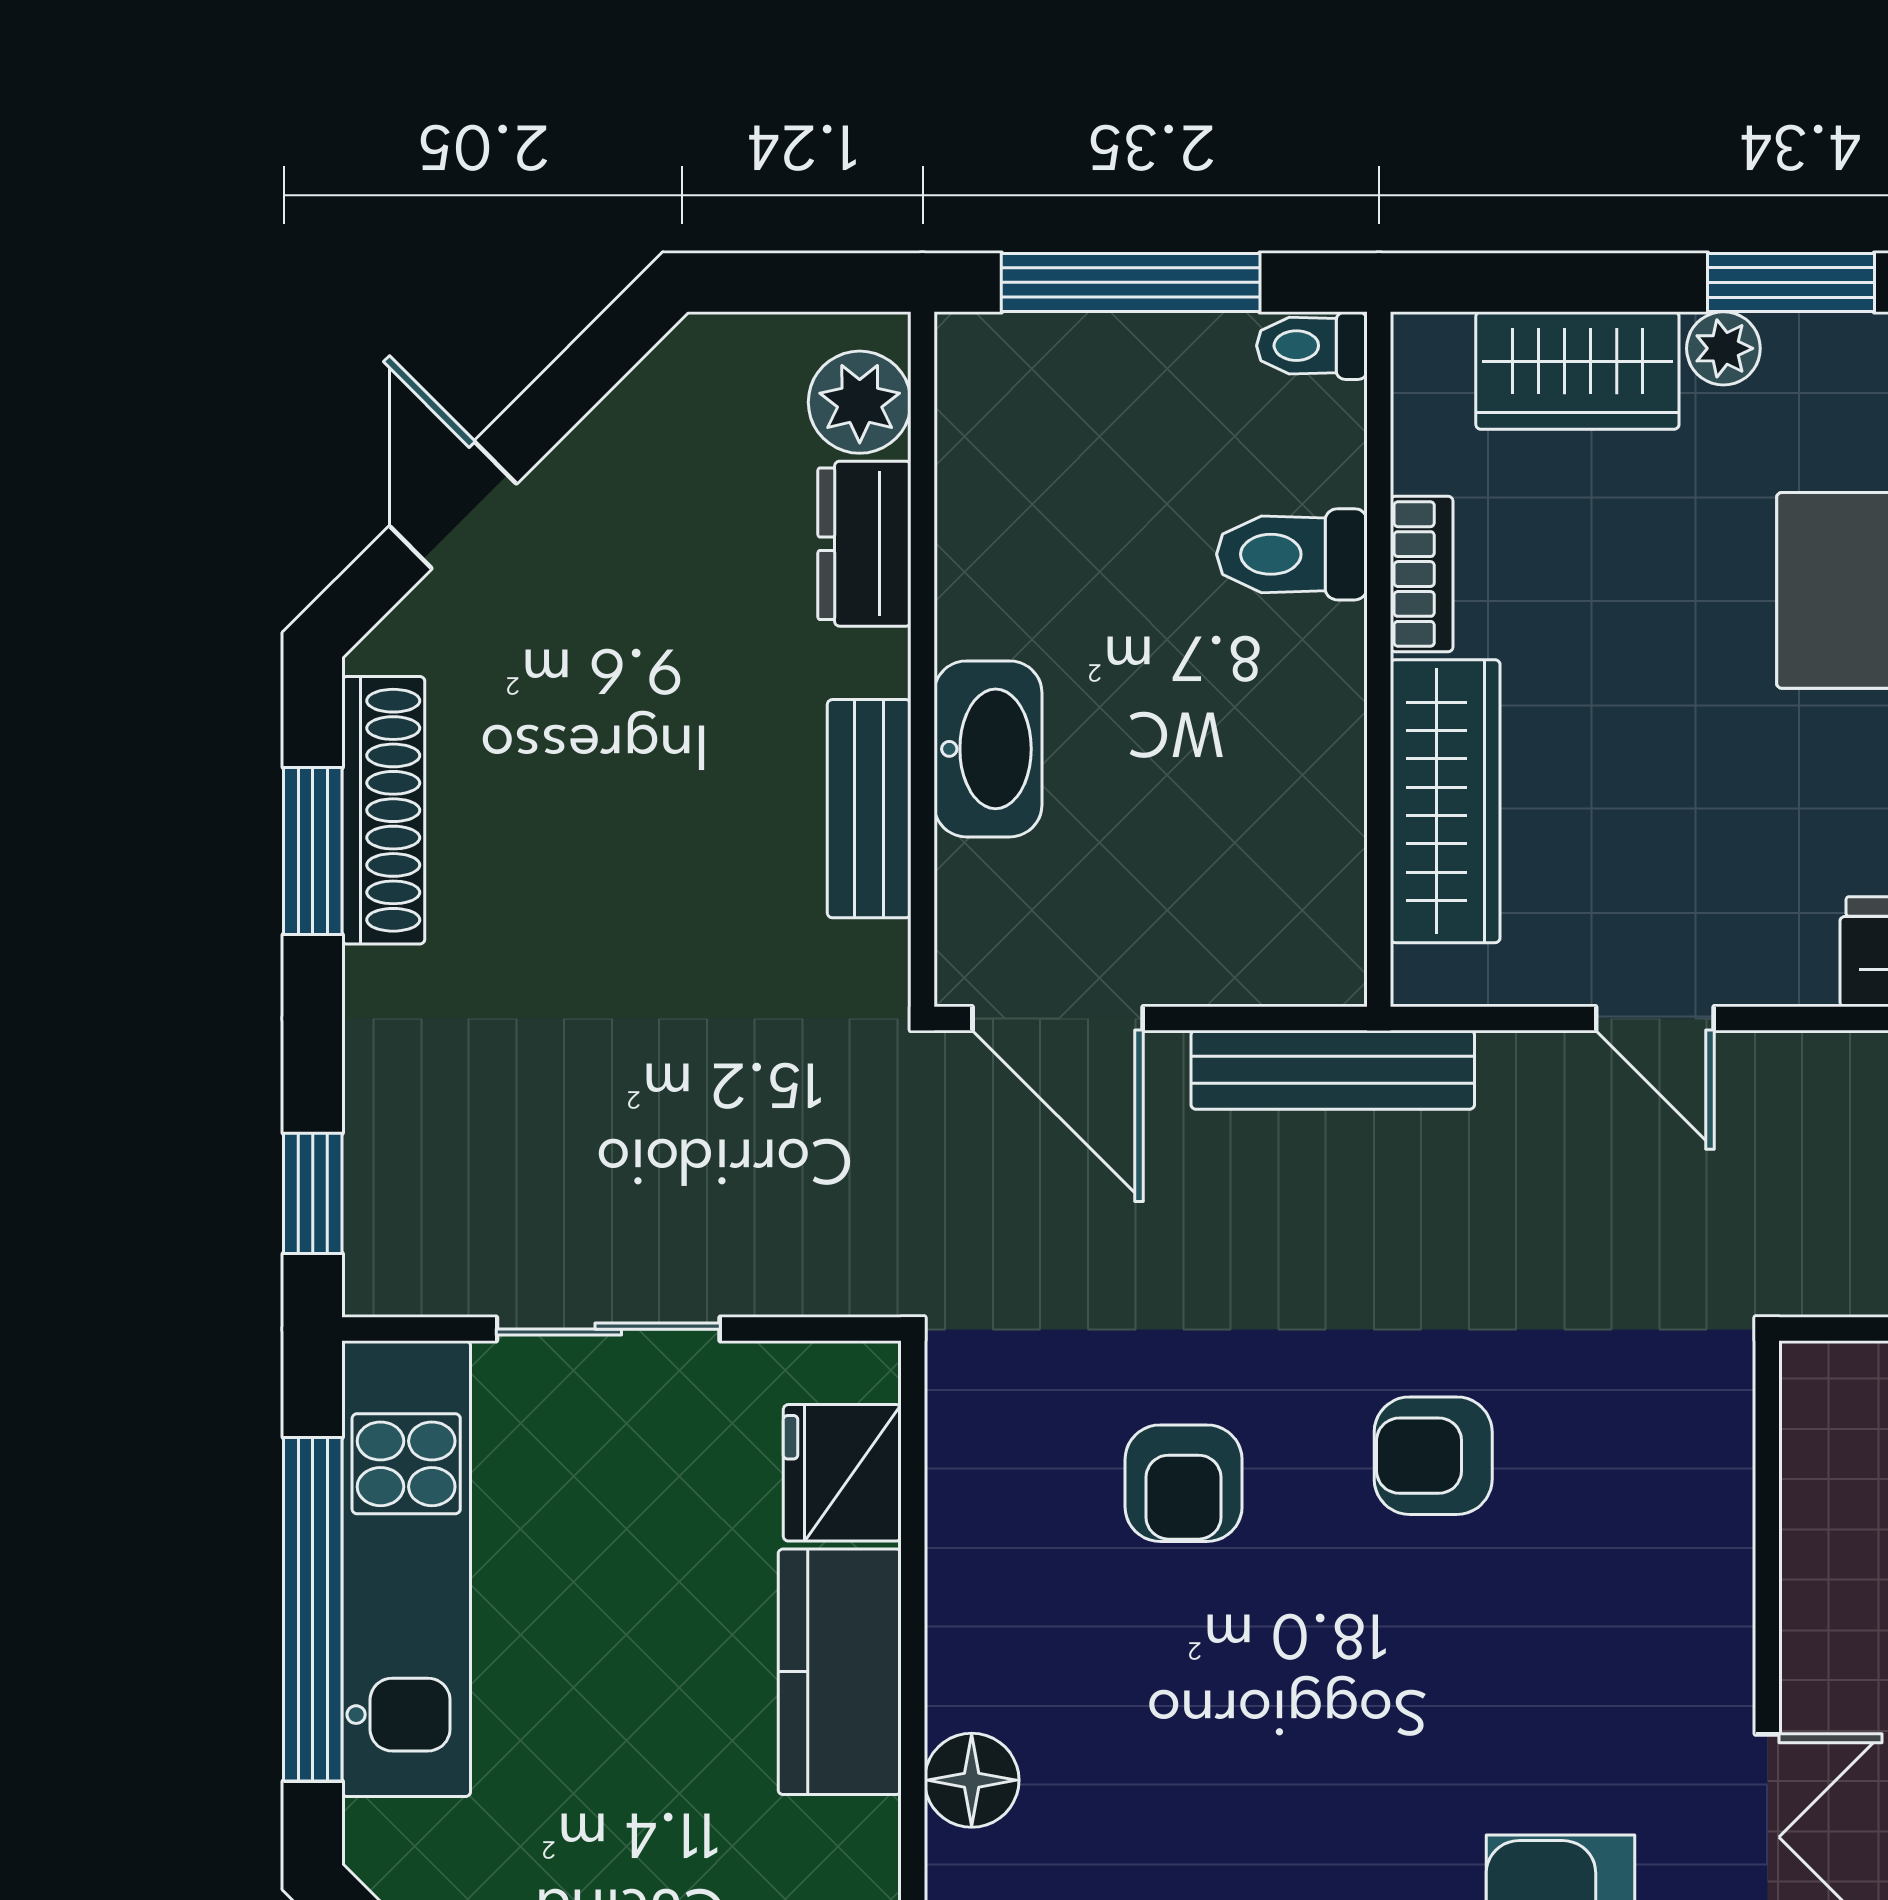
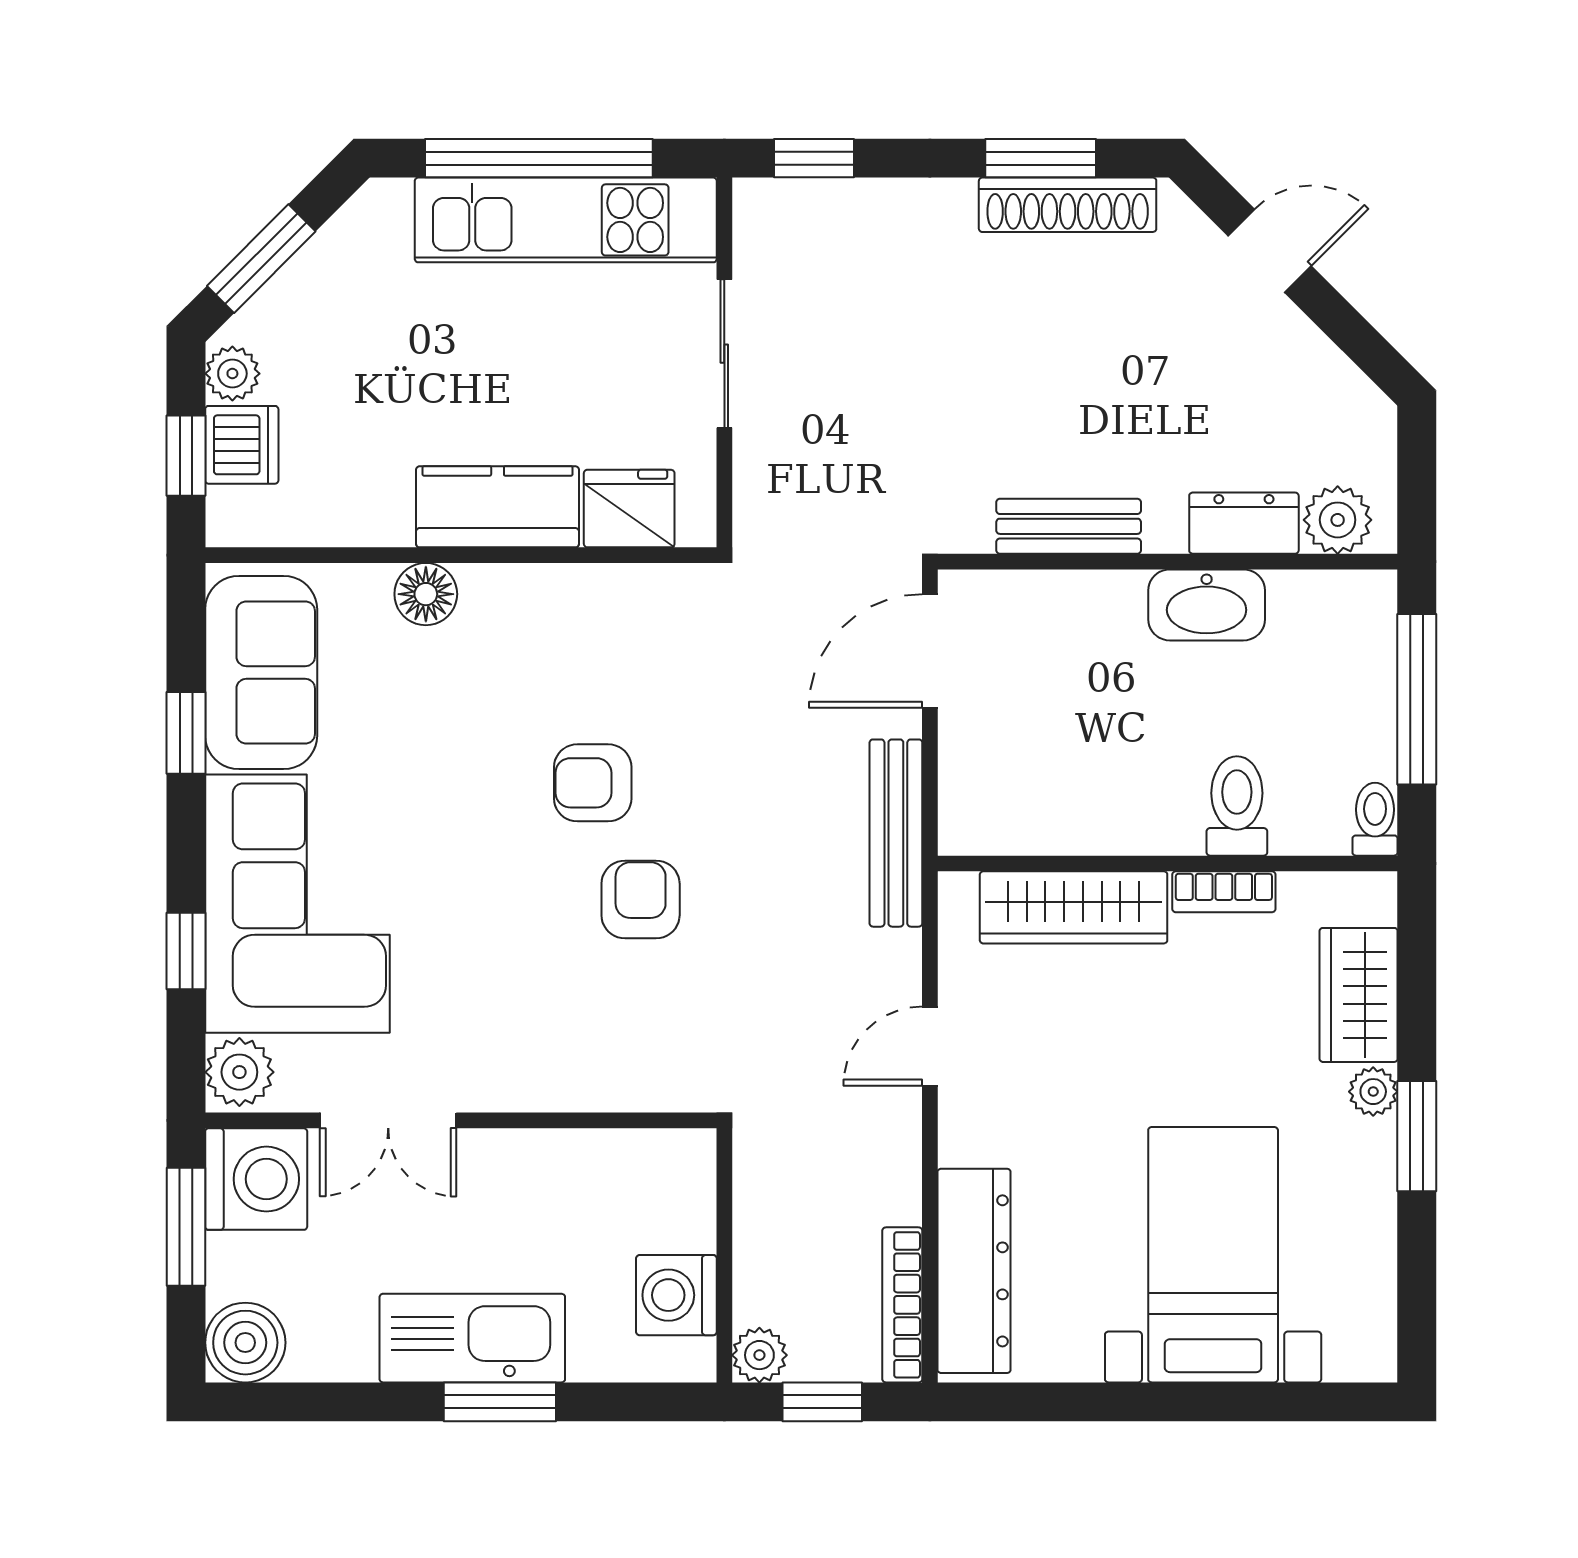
washbasin: (988, 749) -> (1207, 605), moved
armchair: (1184, 1483) -> (593, 783), moved

